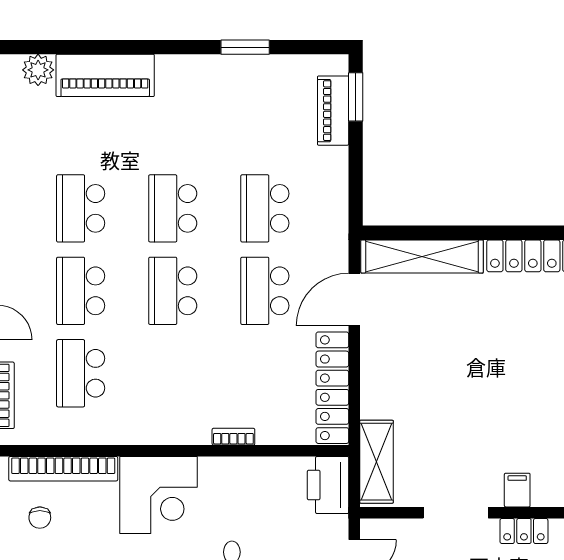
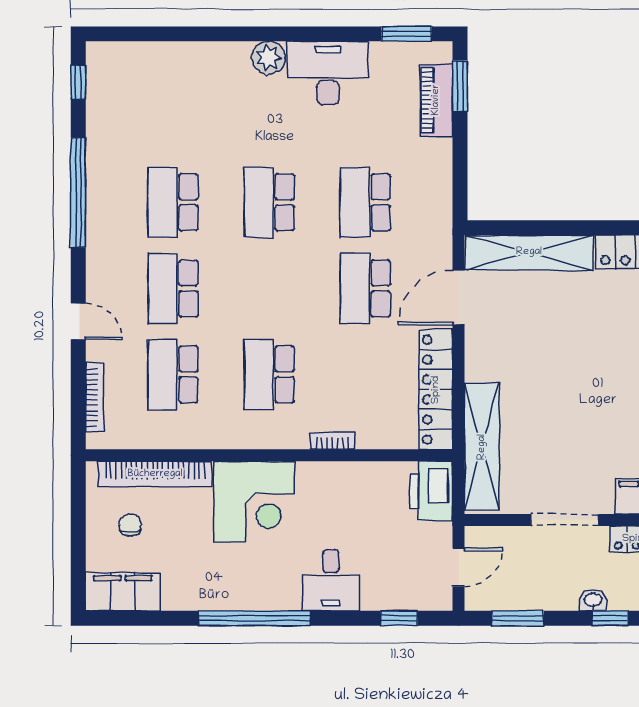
window: (245, 47) -> (407, 34), moved
plant: (38, 70) -> (269, 58), moved
piano: (105, 75) -> (199, 63), removed
desk: (229, 84) -> (328, 73), added
school desk: (173, 291) -> (269, 374), moved
shelving: (376, 462) -> (482, 447), width x1.47
chair: (40, 518) -> (130, 525), turned 180

